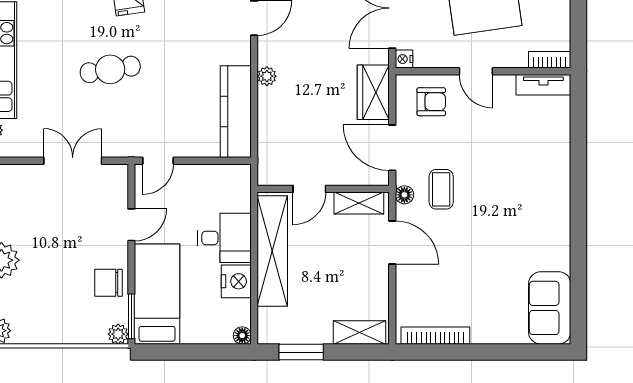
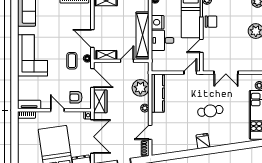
plant: (277, 124) -> (140, 88), added
corner sofa: (535, 202) -> (33, 55), added

